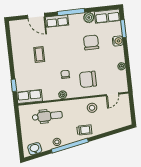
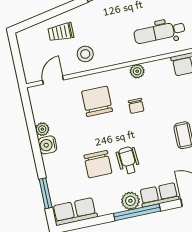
plant: (89, 17) -> (130, 201), moved
water cooler: (118, 41) -> (48, 145), moved
wheelchair: (73, 43) -> (128, 160), added
chair: (88, 79) -> (97, 101), turned -90
trolley: (84, 130) -> (61, 32), moved

